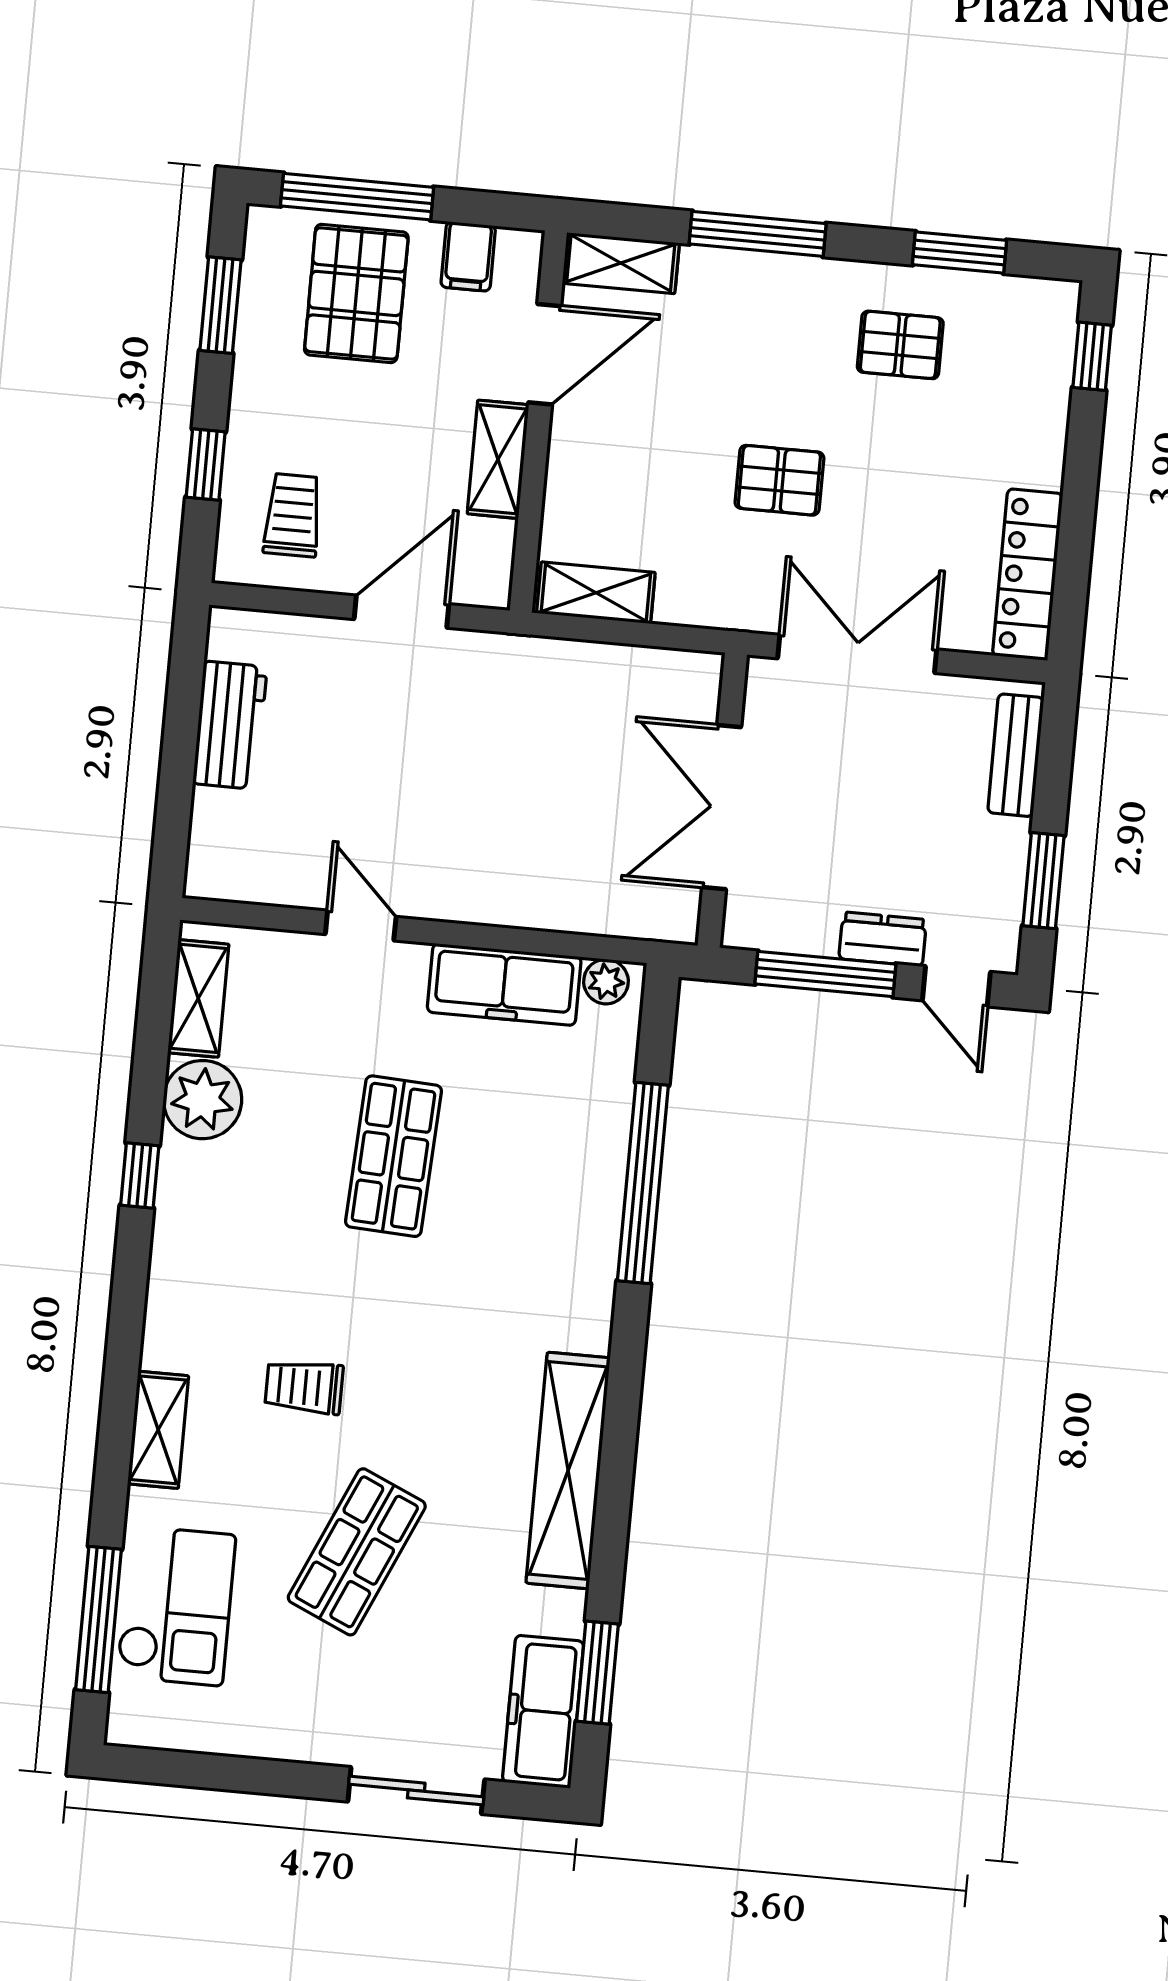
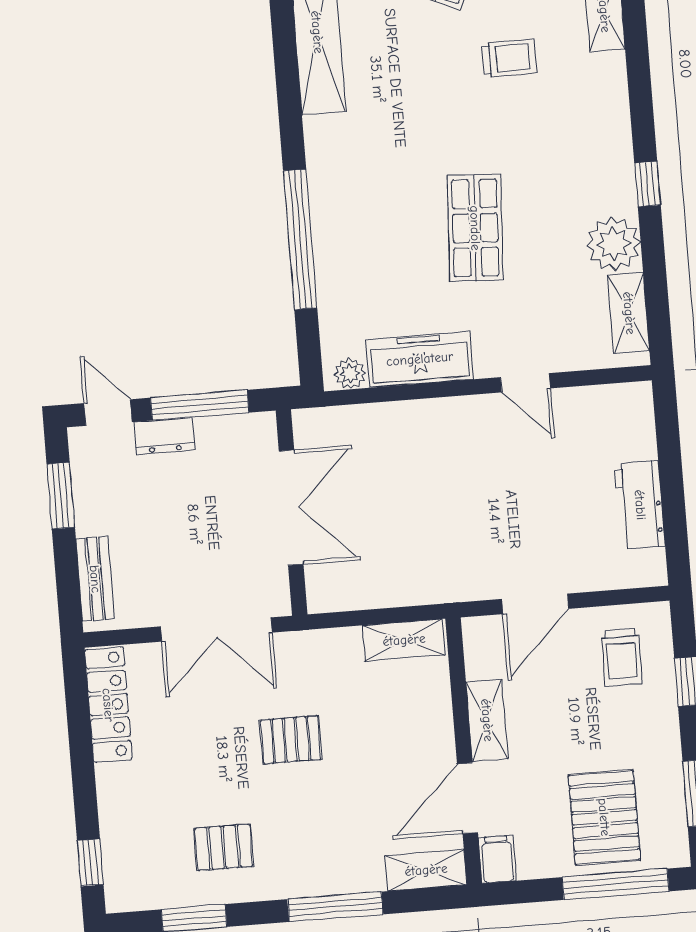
filing cabinet: (468, 256) -> (497, 859), moved

